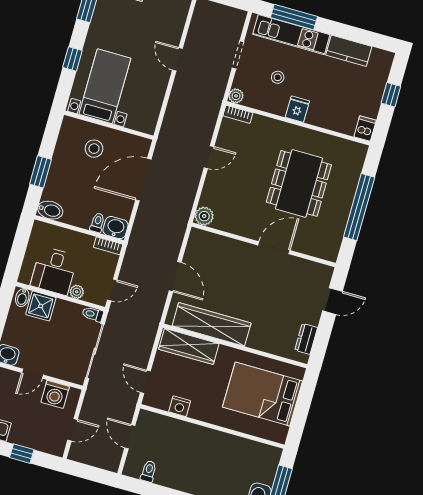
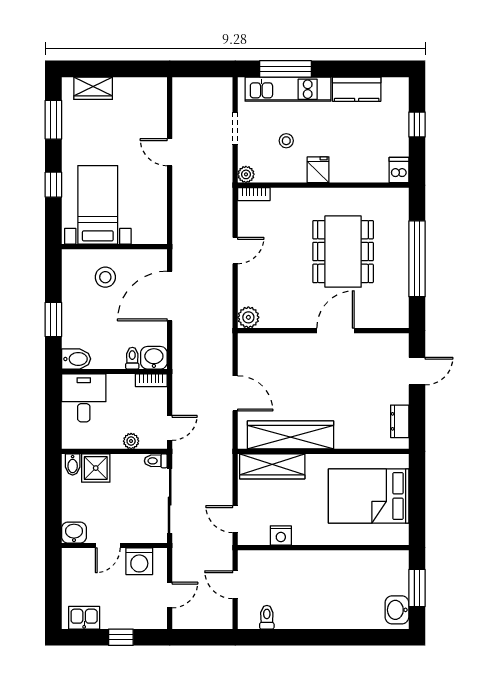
desk: (54, 271) -> (84, 398), moved, turned 180

